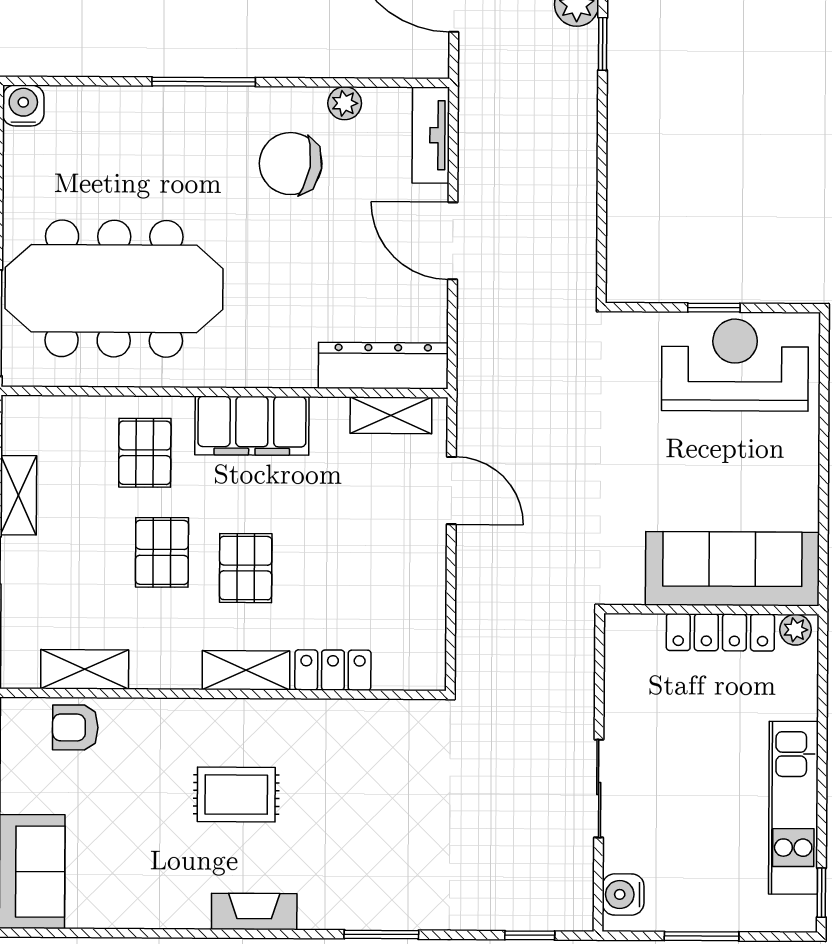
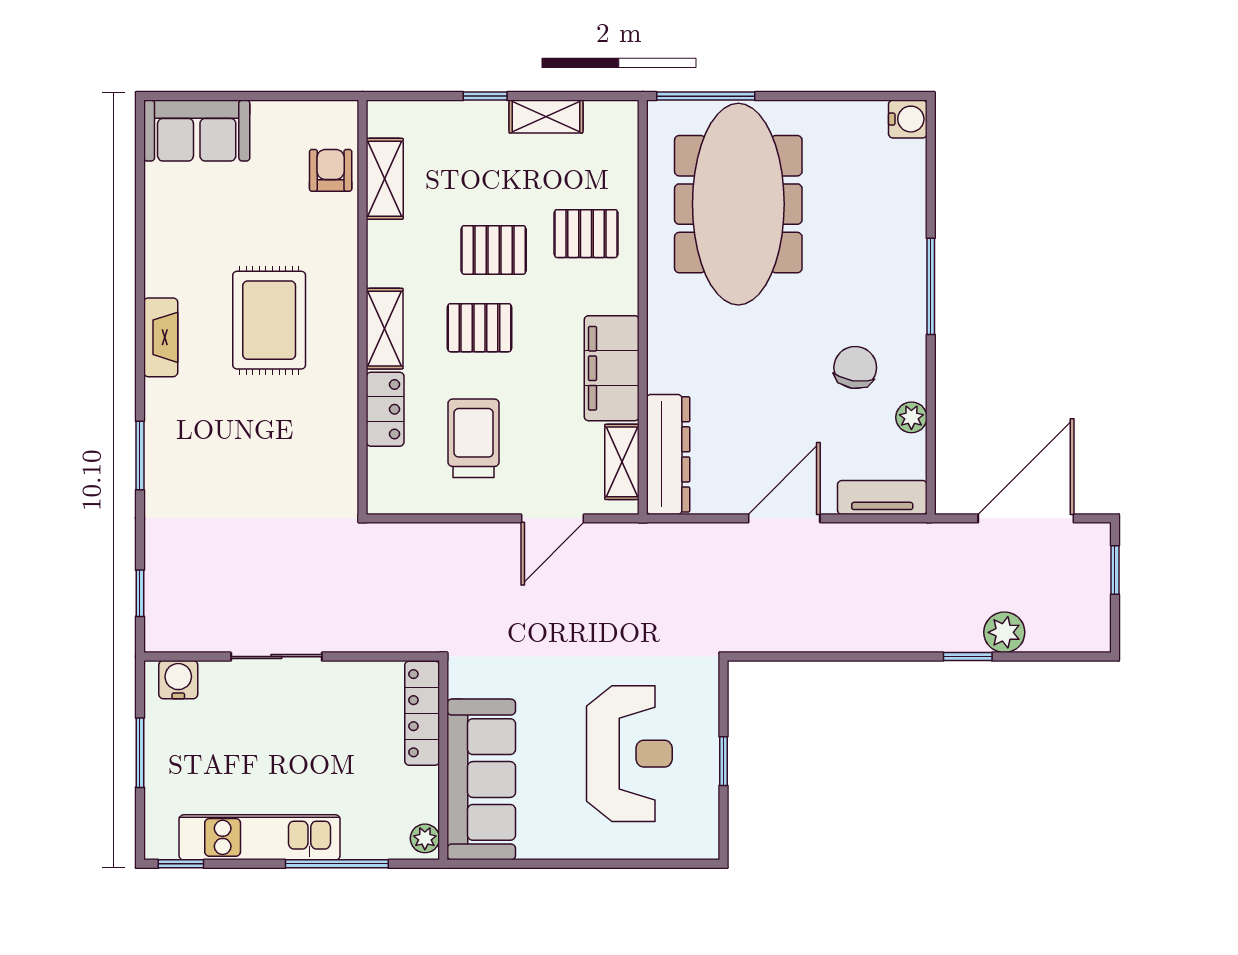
chair: (291, 164) -> (855, 368), width x0.73, depth x0.73
reception desk: (735, 365) -> (629, 754), moved
filing cabinet: (252, 426) -> (612, 368), moved
trolley: (365, 575) -> (474, 438), added
locker: (720, 632) -> (422, 713), moved
window: (822, 725) -> (337, 864), added
rug: (236, 795) -> (269, 320), width x1.36, depth x1.43

